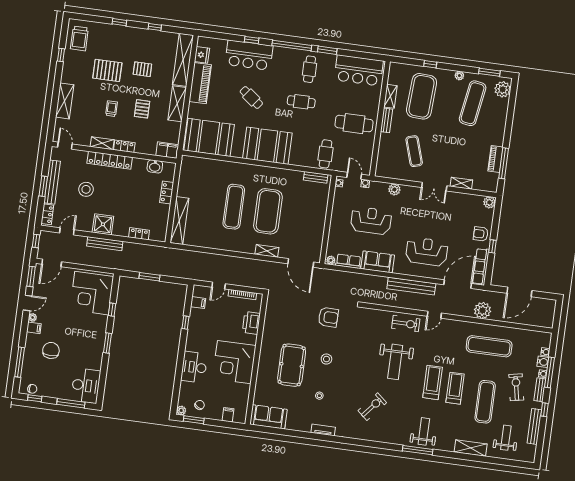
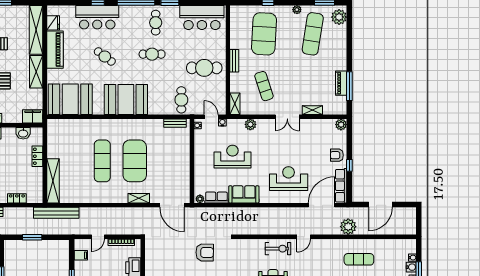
shelving: (390, 96) -> (235, 104), moved
bench: (411, 286) -> (56, 213), moved
exercise mat: (489, 346) -> (359, 259), width x0.73, depth x0.69

